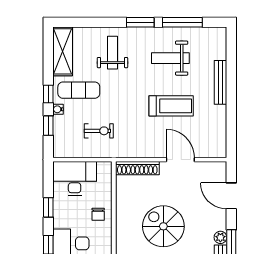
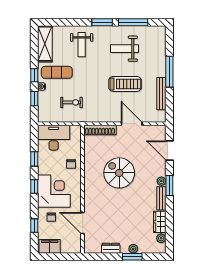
weight bench: (112, 53) -> (82, 45), turned 180
bench: (221, 82) -> (161, 94), moved
window: (231, 89) -> (169, 72), added

